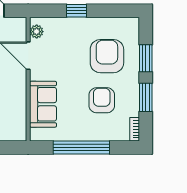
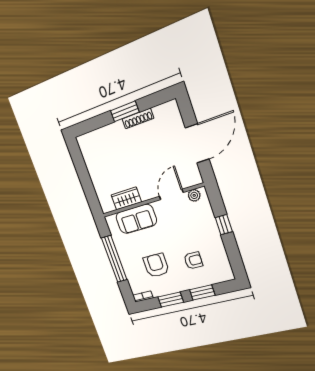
armchair: (107, 56) -> (193, 260), width x0.53, depth x0.53
armchair: (102, 100) -> (156, 265), turned -90
wardrobe: (17, 107) -> (126, 198), added

